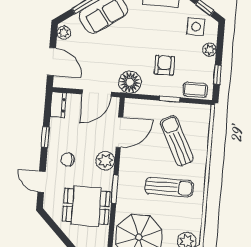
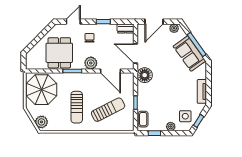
armchair: (164, 65) -> (158, 97), removed

